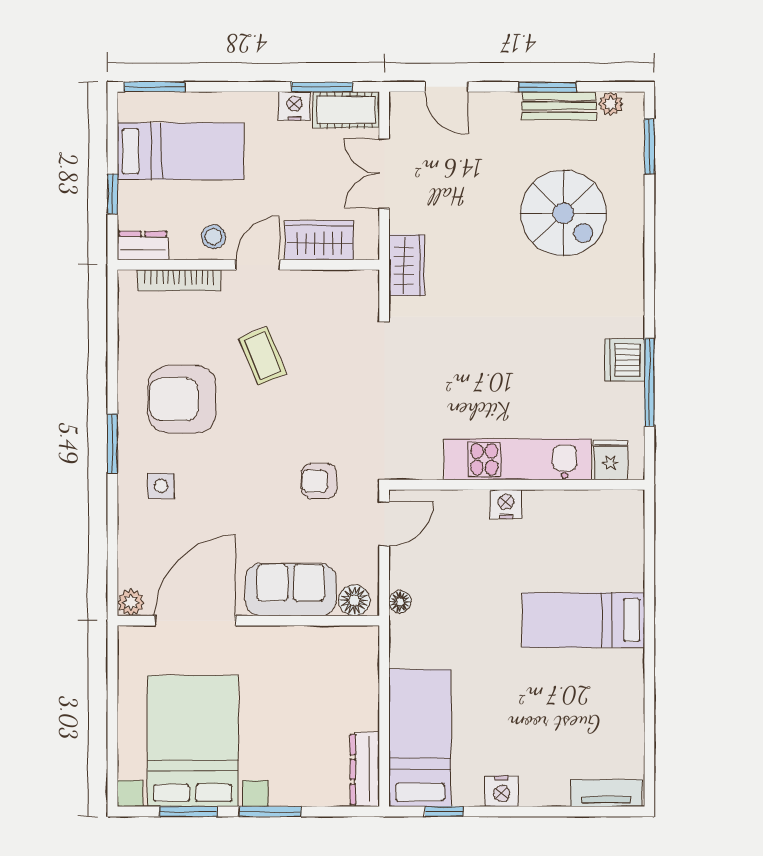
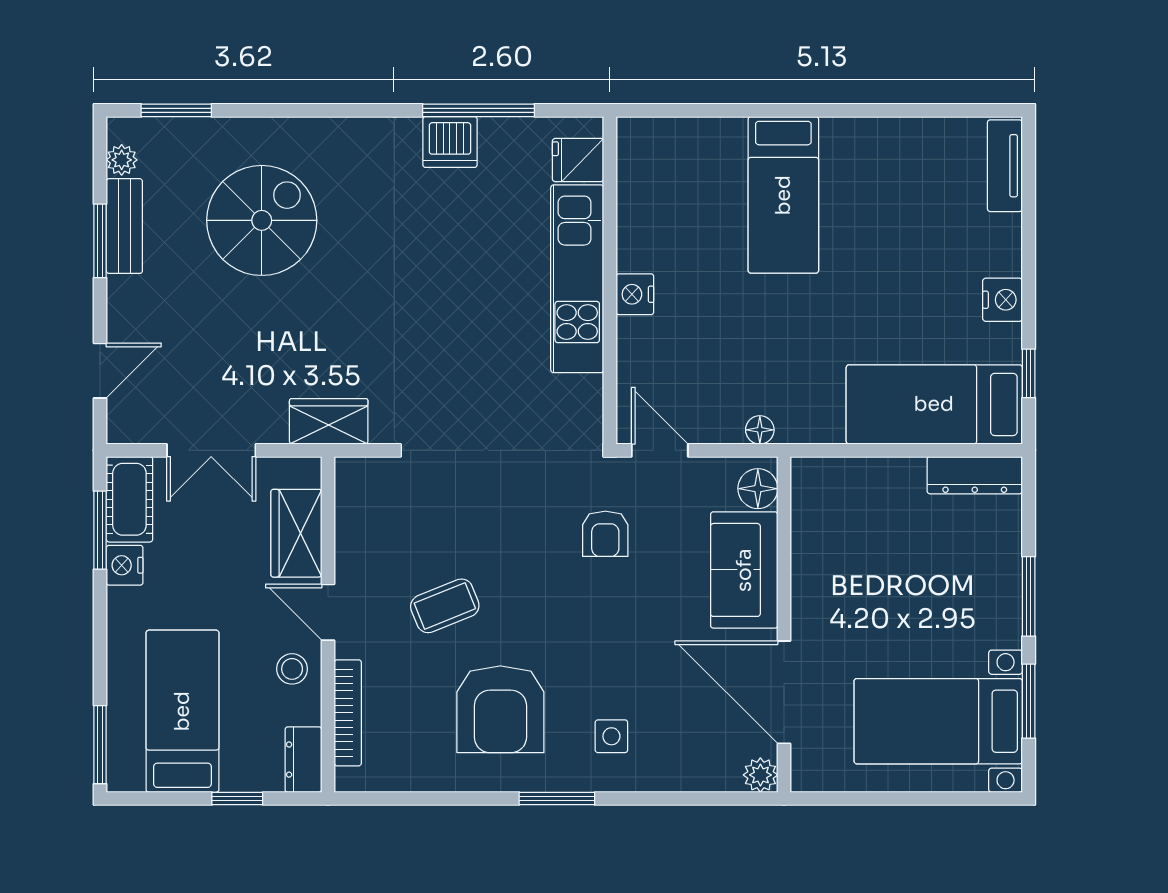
bed with nightstands: (193, 741) -> (938, 721), width x0.73

